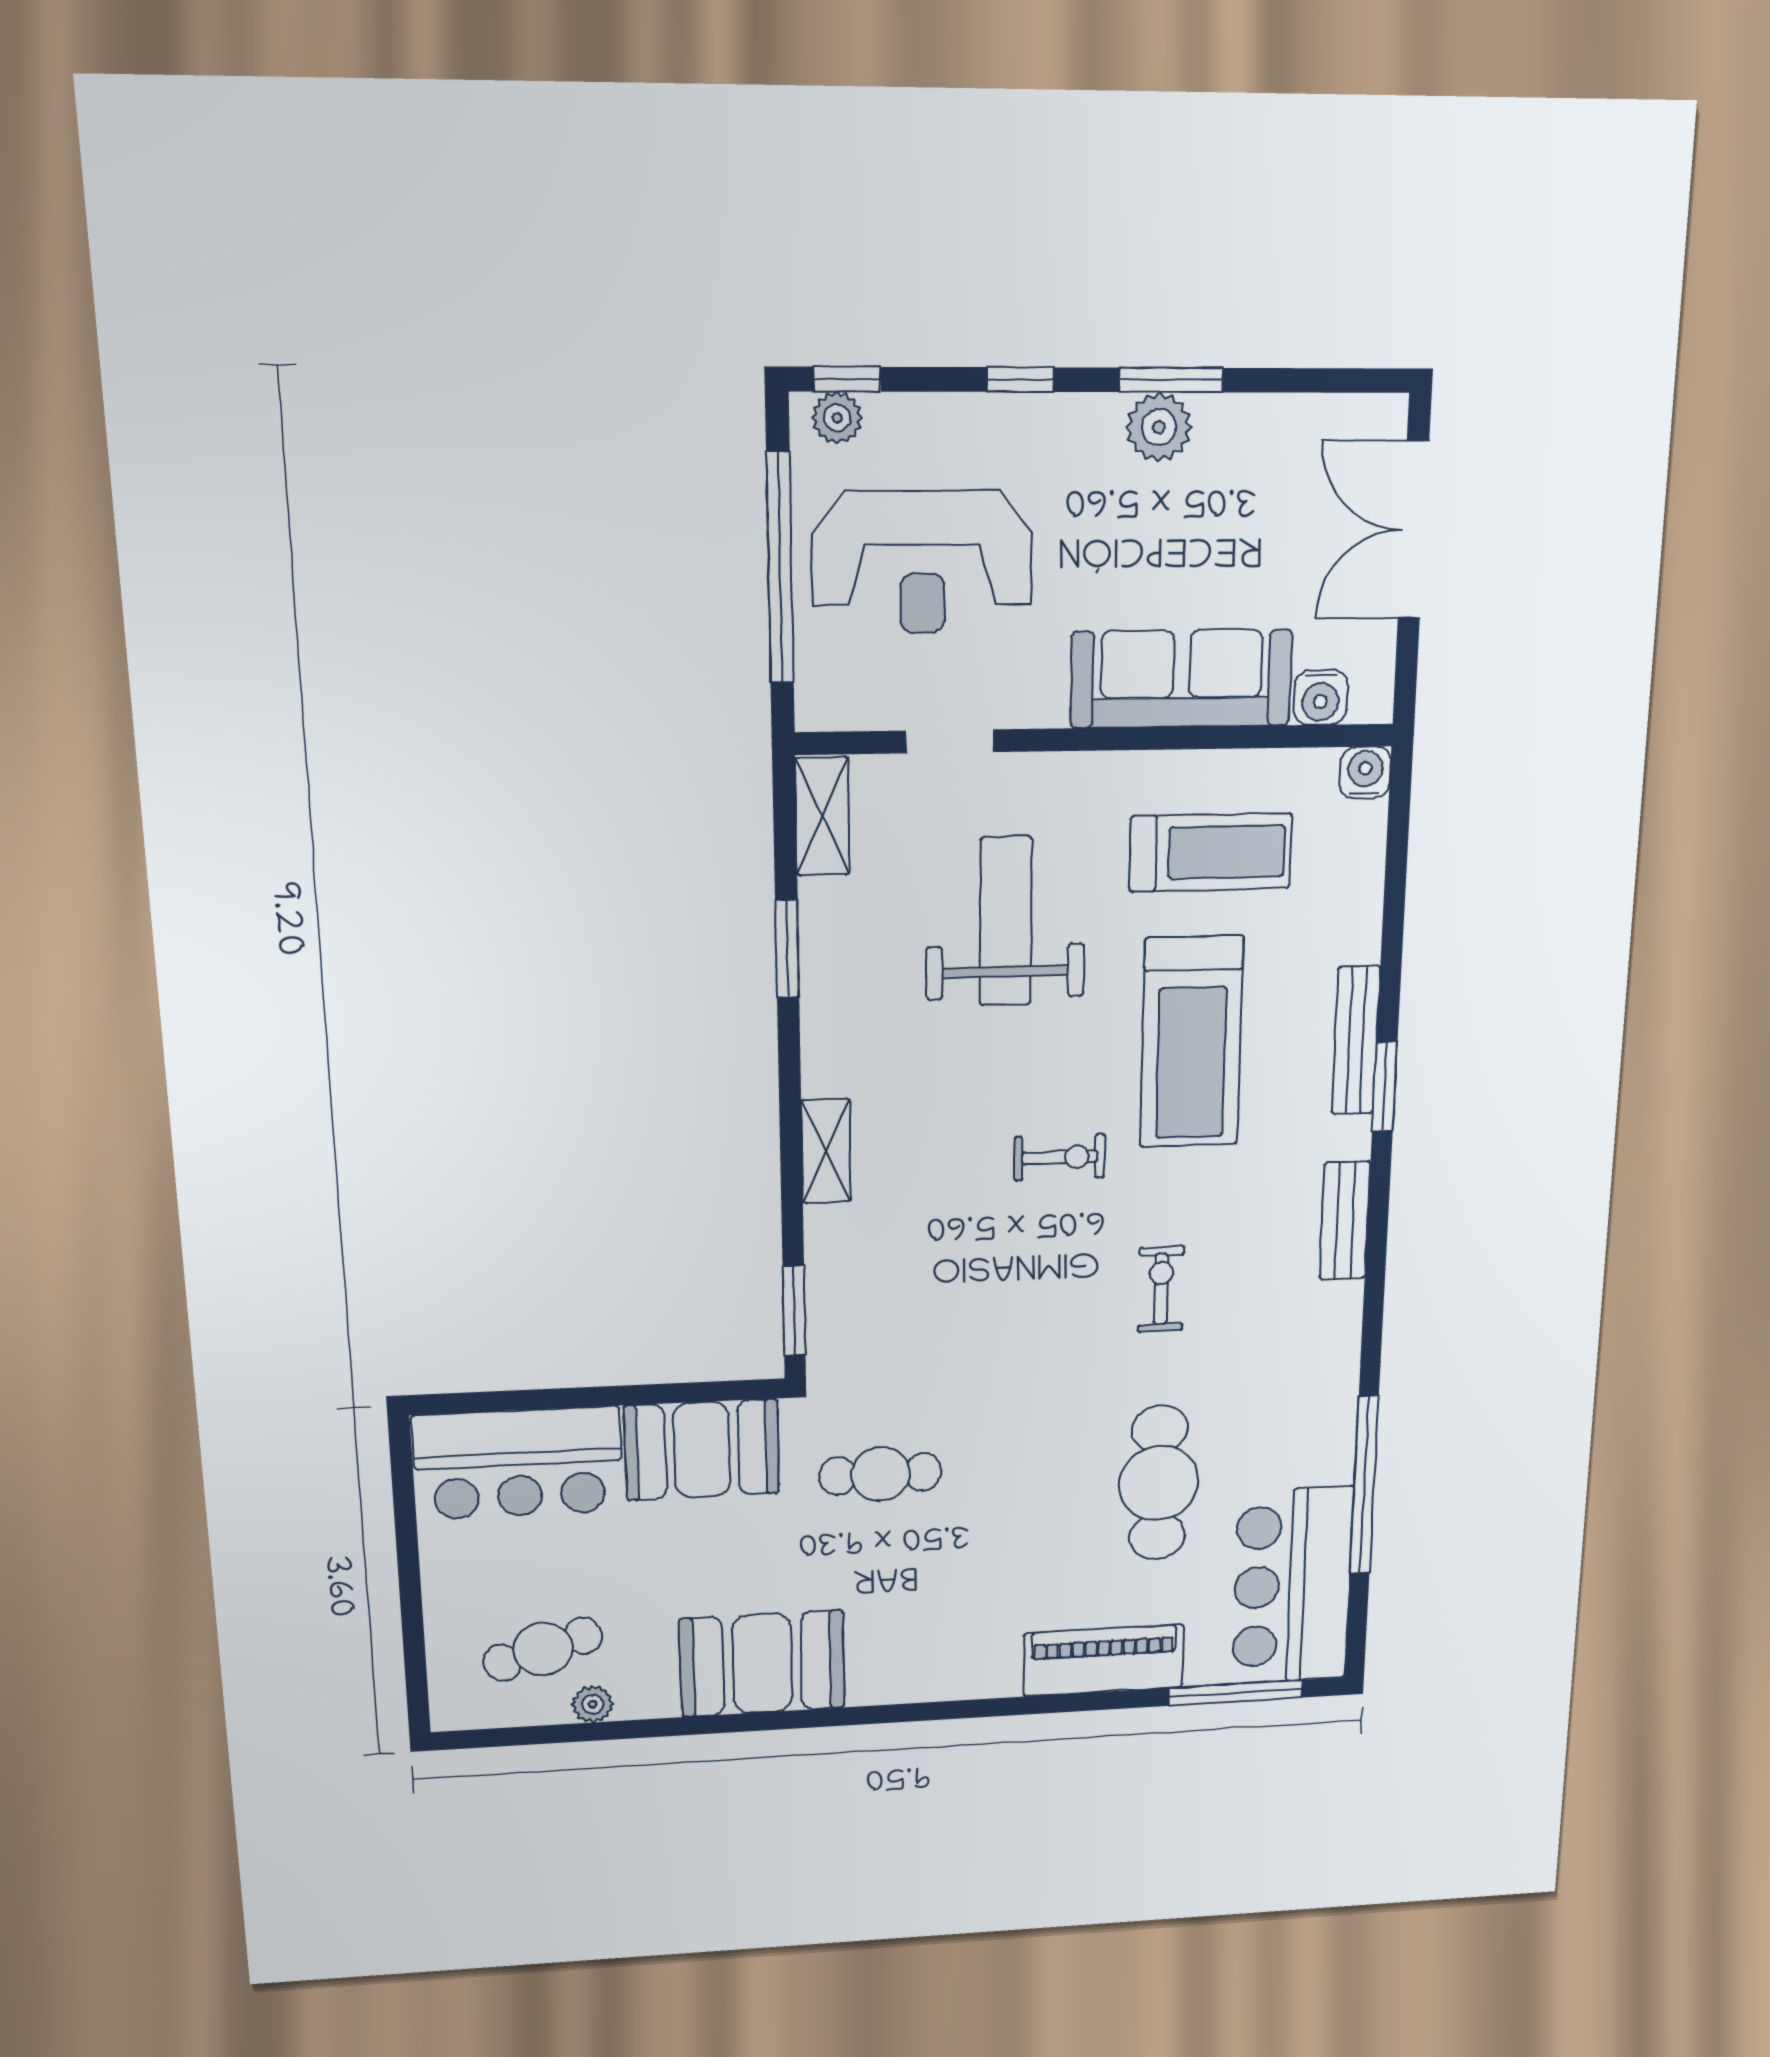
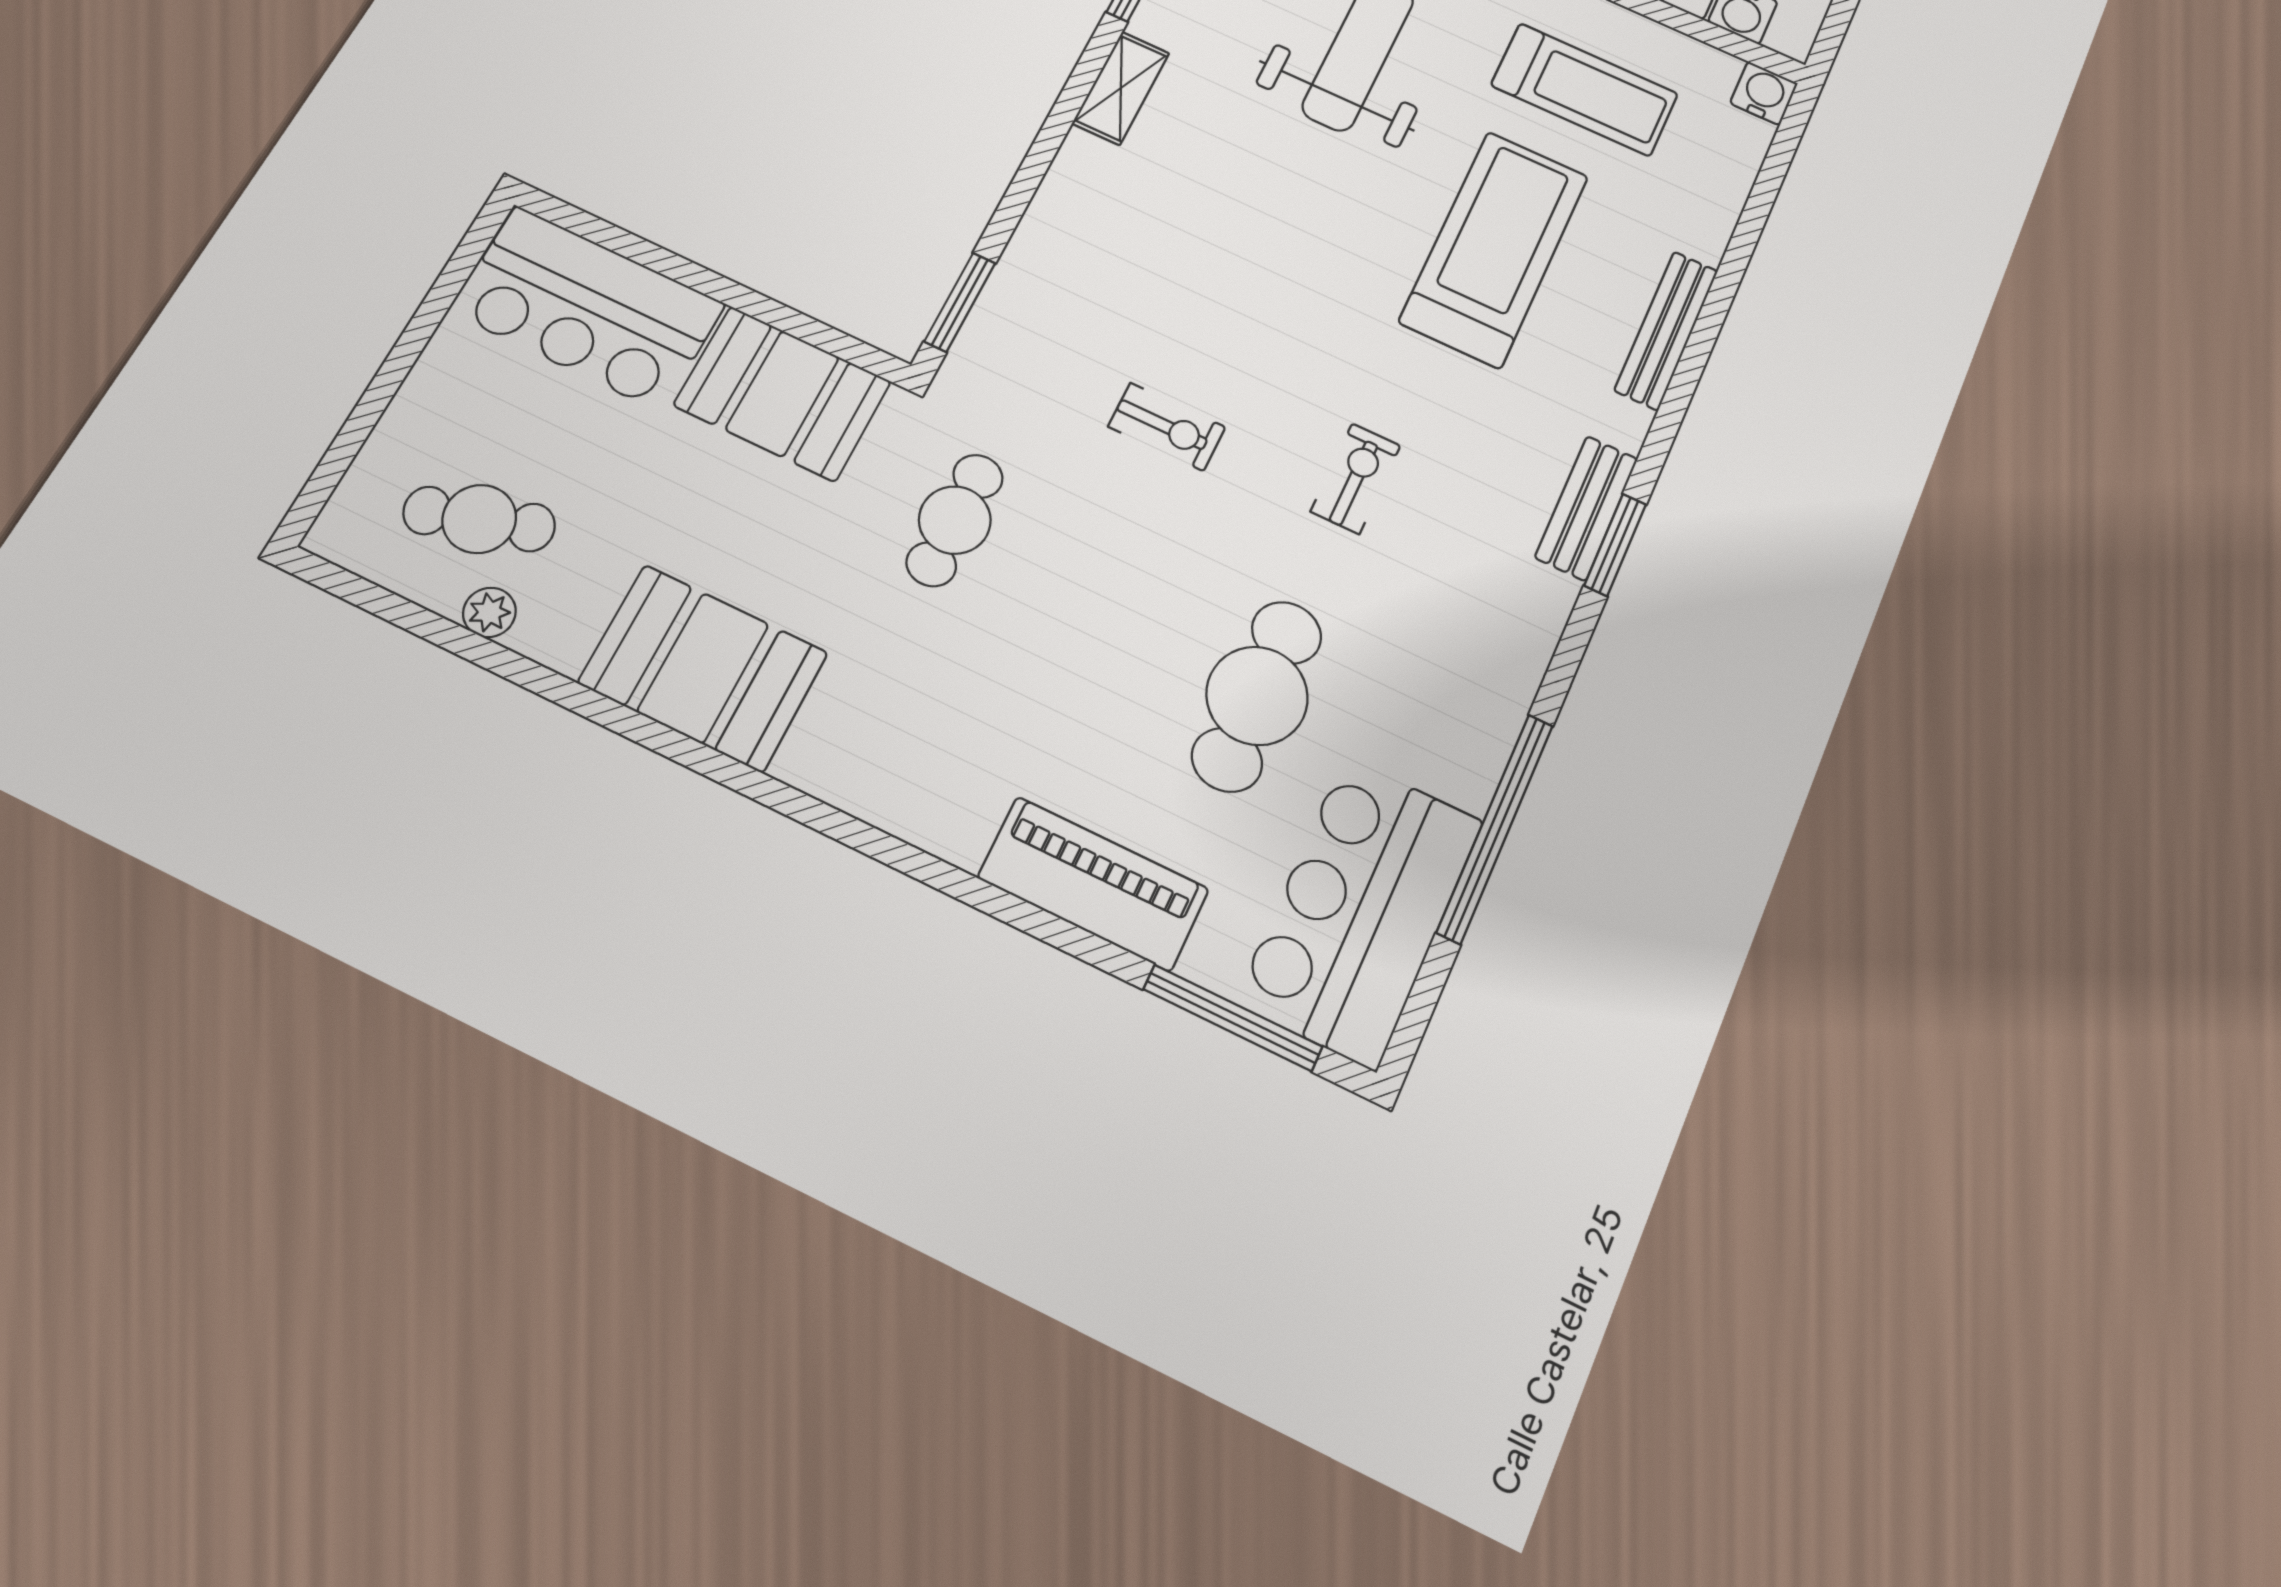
treadmill: (1192, 1042) -> (1494, 249), turned 180
window: (1385, 1087) -> (1615, 545), moved
shelving: (826, 1151) -> (1121, 88), moved
exercise bike: (1060, 1157) -> (1167, 427), moved
cafe table: (880, 1474) -> (955, 520), turned 90

